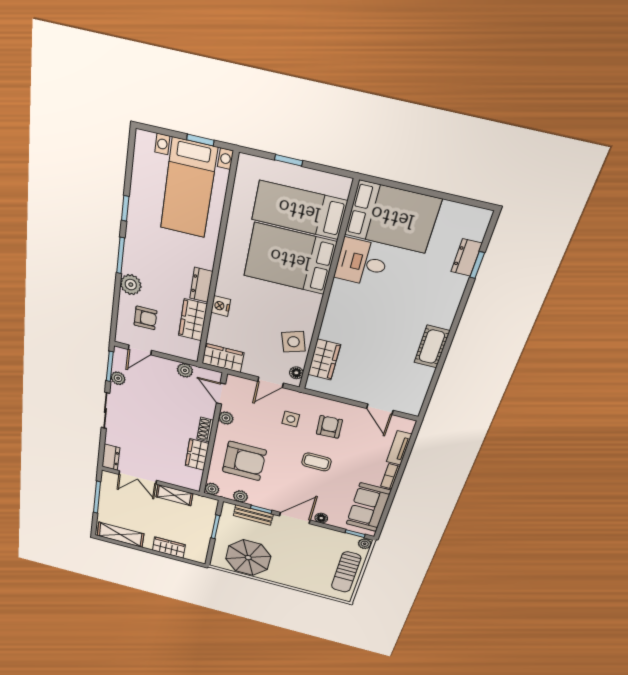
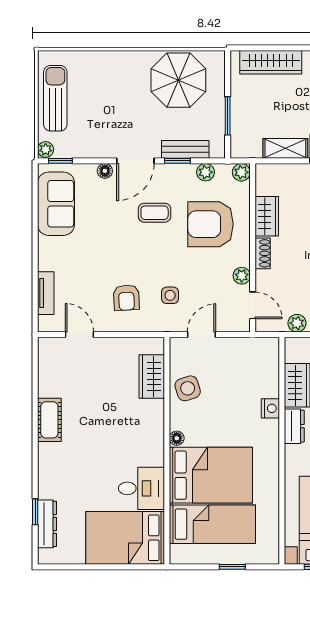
dresser: (466, 257) -> (47, 524), width x1.44
wardrobe: (223, 358) -> (258, 350), removed
floor lamp: (296, 373) -> (177, 438), moved
coffee table: (316, 462) -> (155, 213), moved
bookcase: (390, 476) -> (44, 254), removed
wardrobe: (169, 548) -> (271, 62), width x1.50

